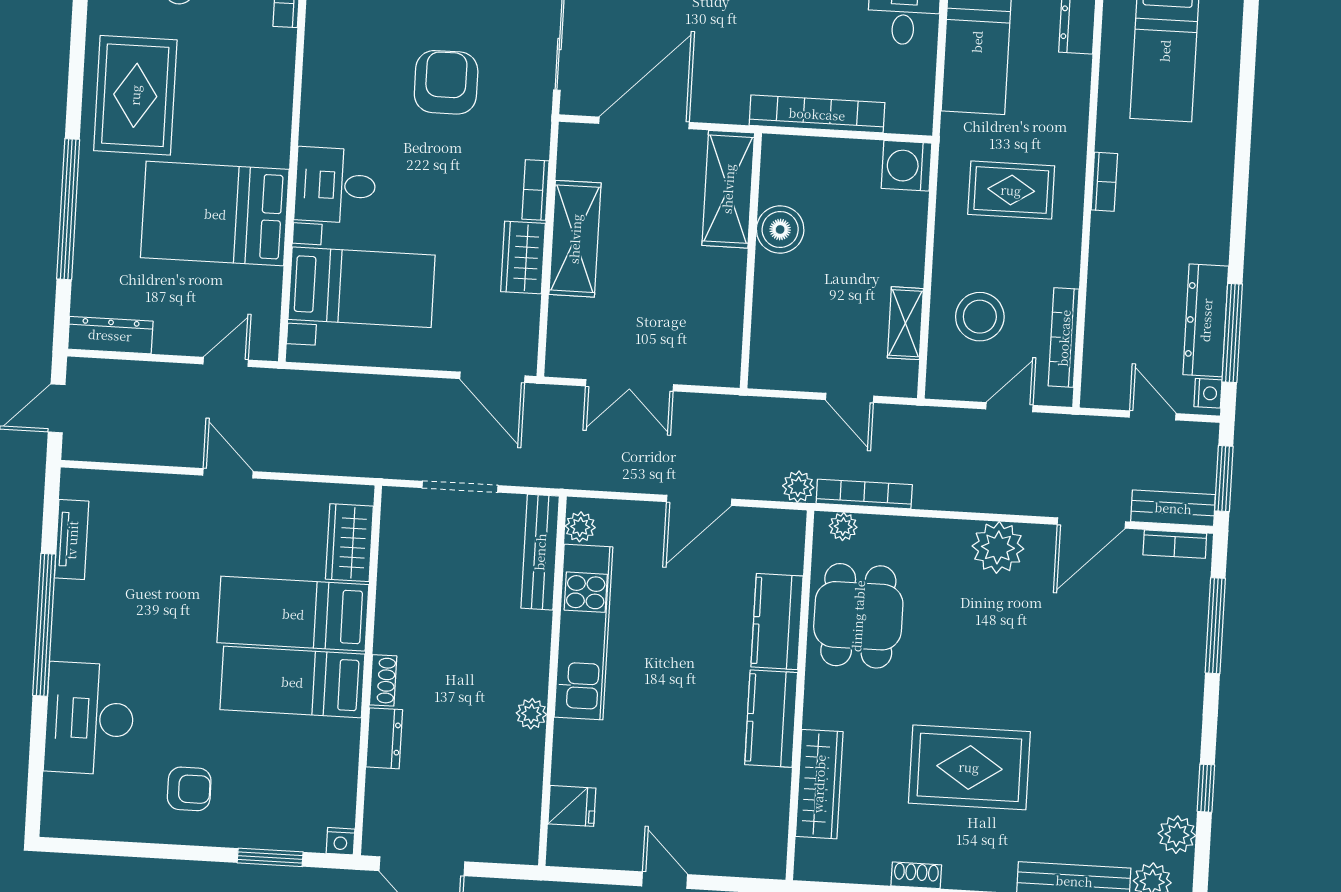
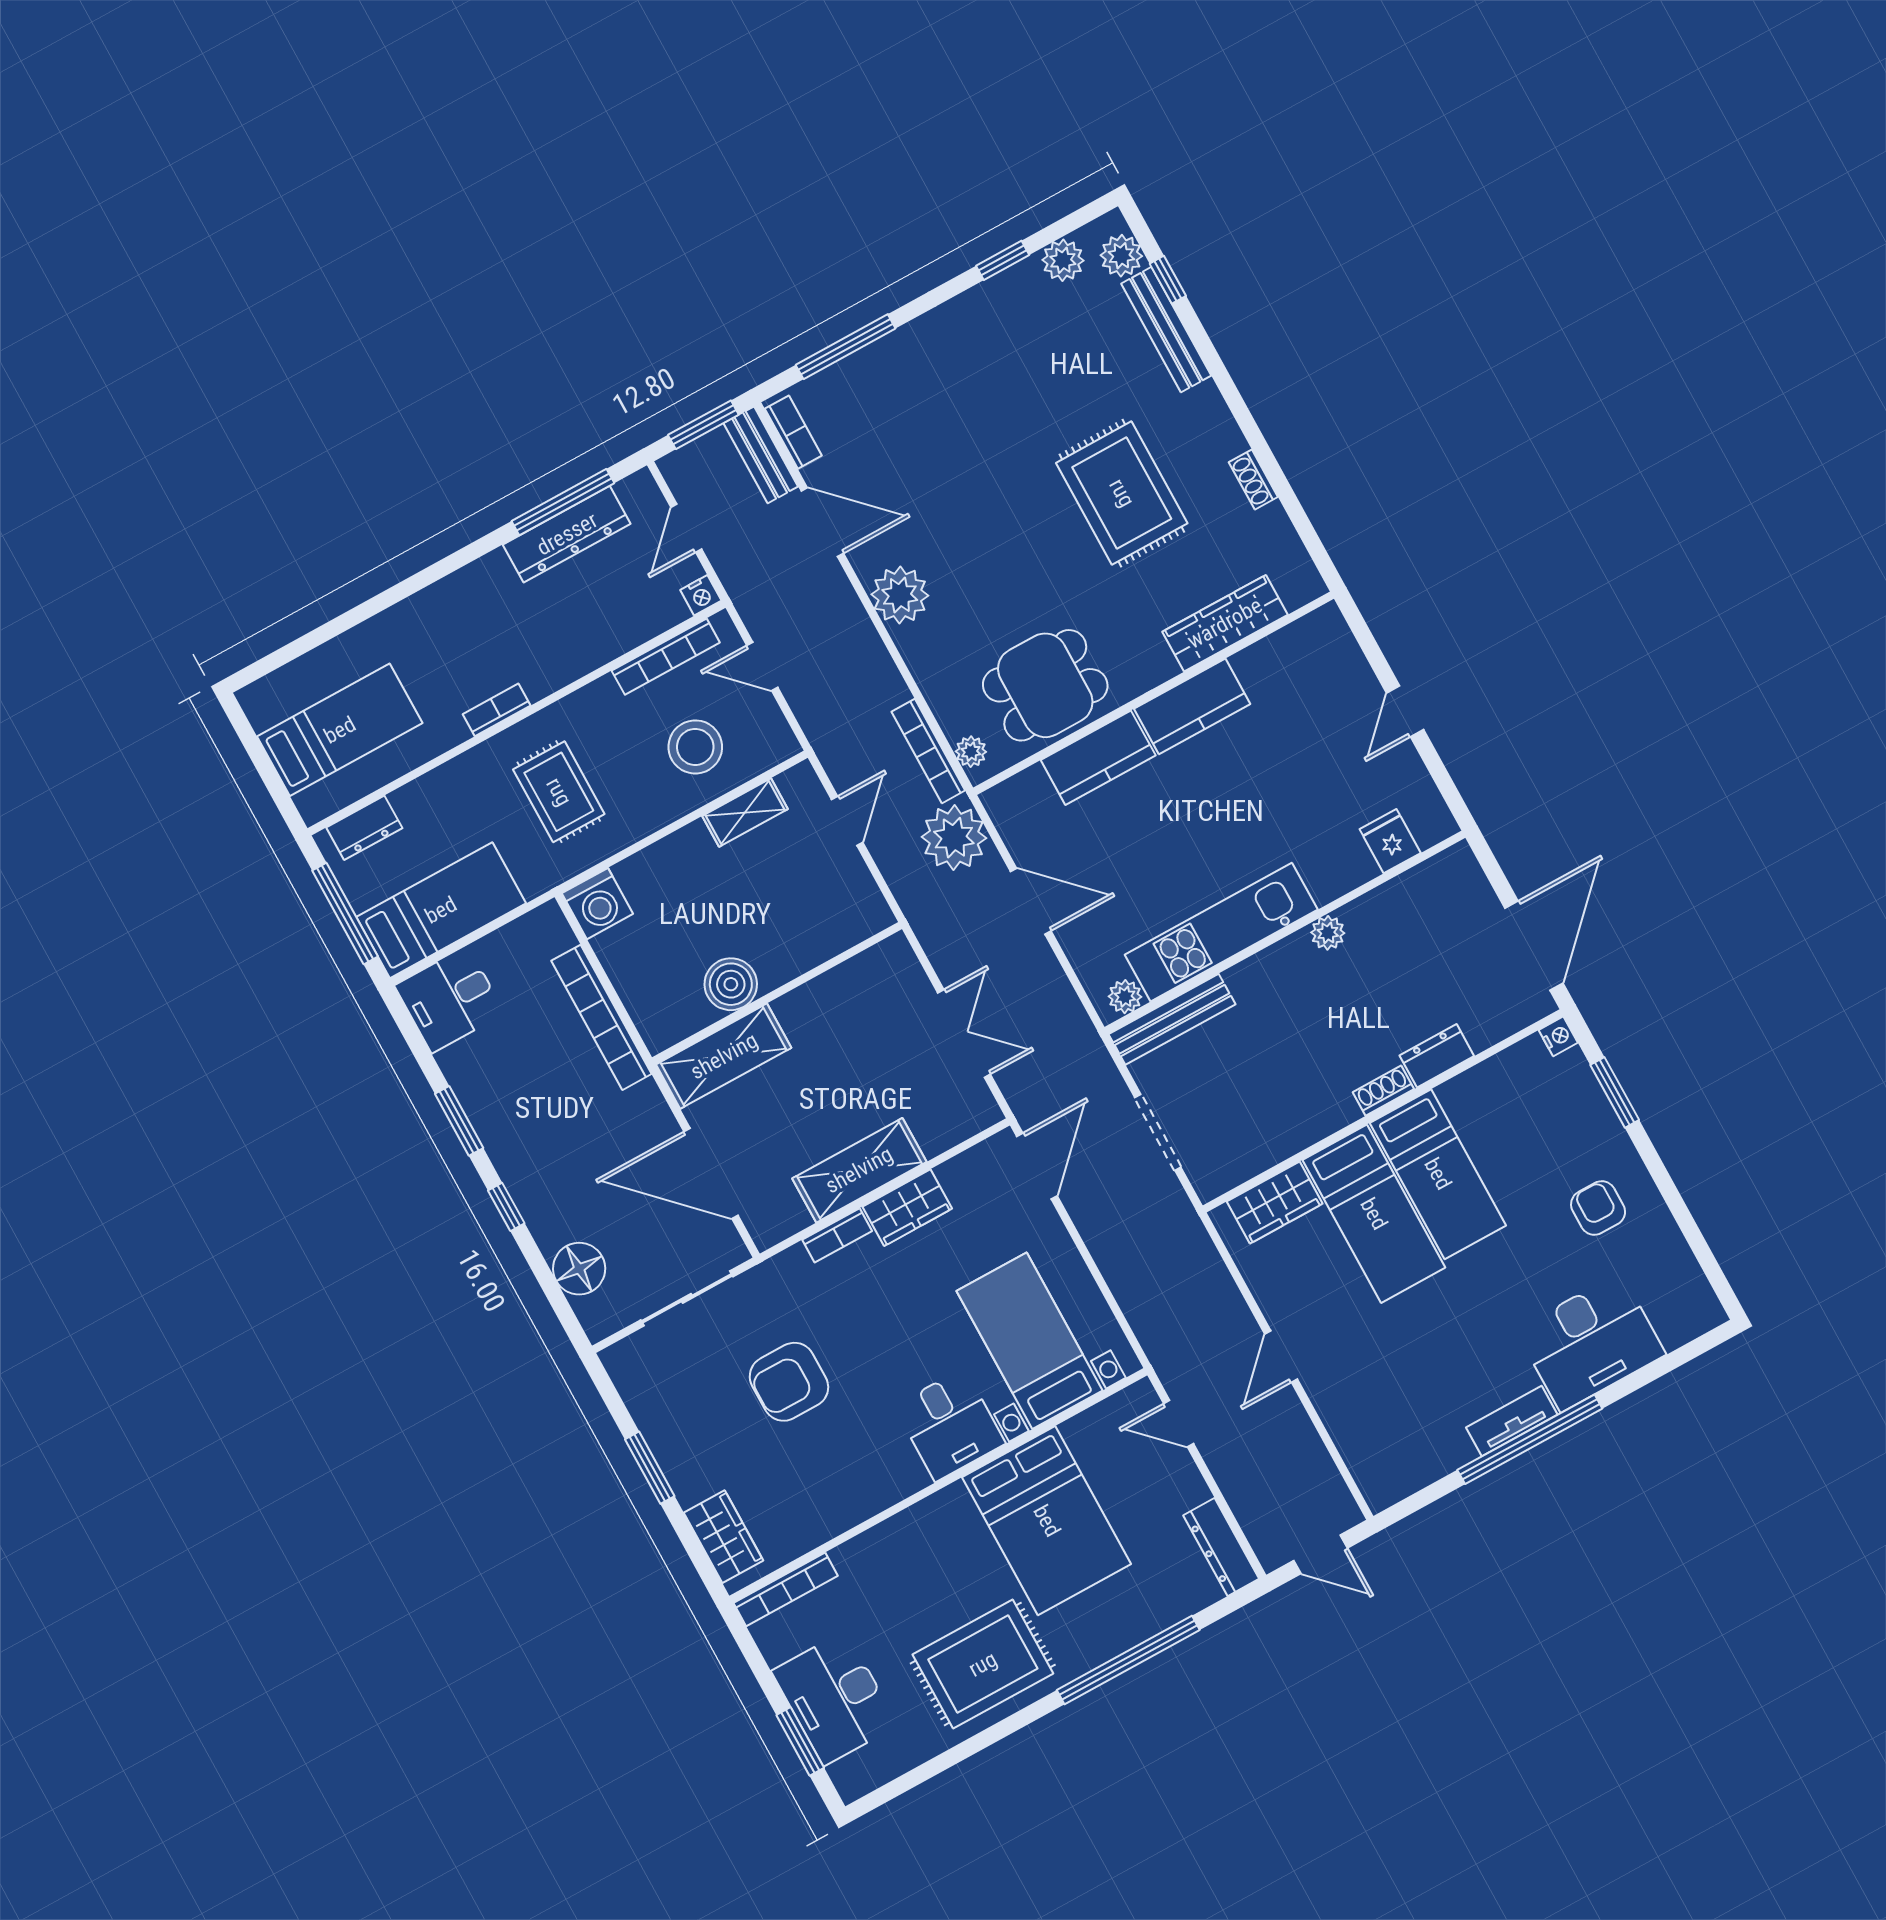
nightstand: (1208, 393) -> (701, 595), moved, turned 180
plant: (798, 487) -> (954, 838), width x1.87, depth x1.87
tv unit: (72, 540) -> (1512, 1421), moved

